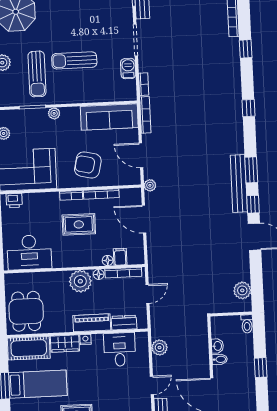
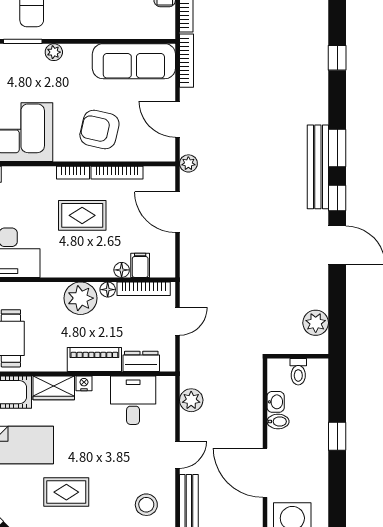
toilet: (247, 324) -> (298, 372), moved

